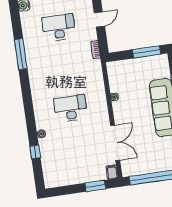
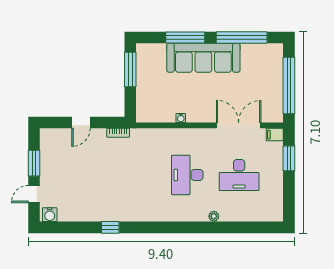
door: (99, 19) -> (81, 123), swing flipped
desk: (59, 28) -> (239, 175), moved, turned -90
window: (21, 54) -> (110, 227), width x0.46
window: (35, 152) -> (235, 227), removed

